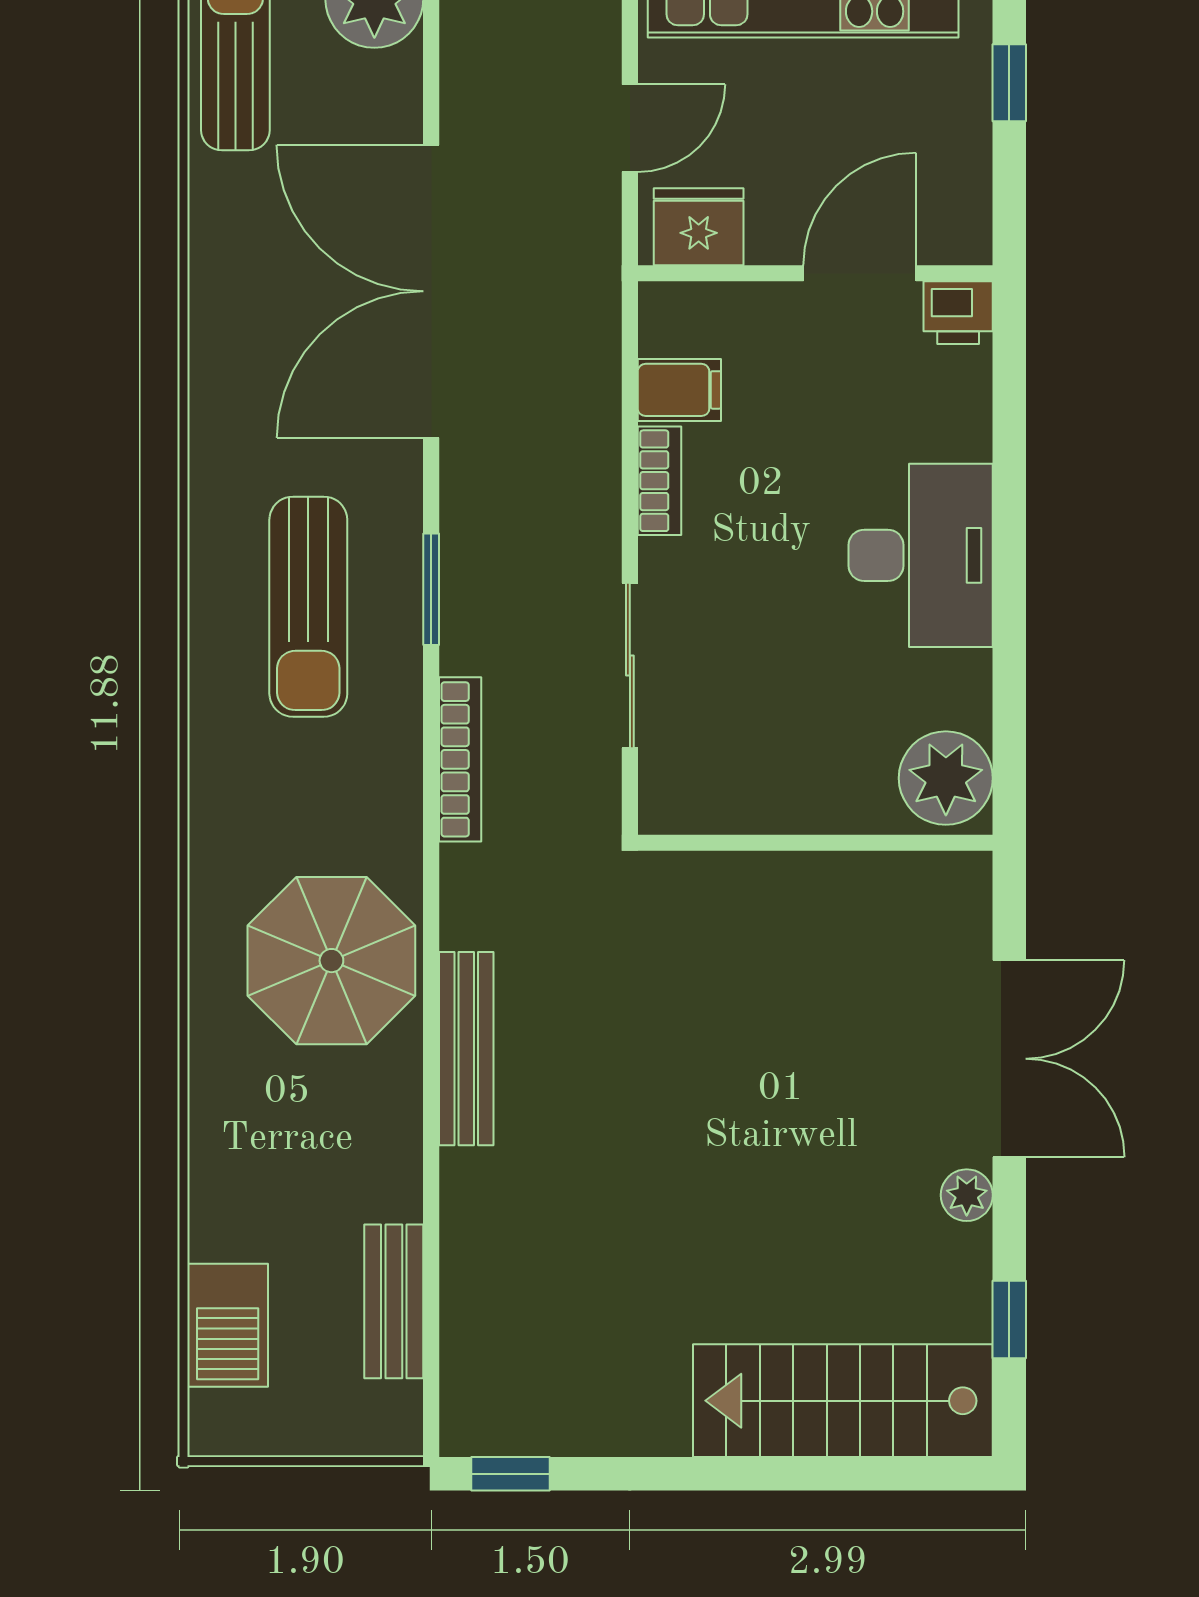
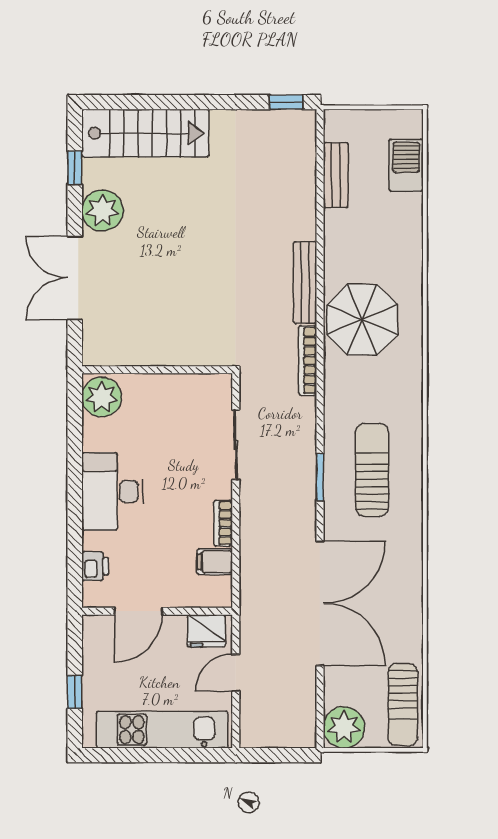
printer: (958, 313) -> (95, 566), moved, turned 90
bookcase: (460, 759) -> (308, 361), moved
plant: (967, 1195) -> (102, 211), width x1.88, depth x1.88

